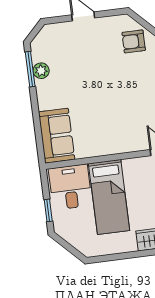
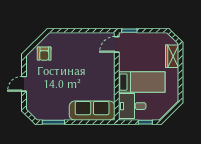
plant: (41, 71) -> (55, 115), removed
sofa: (57, 136) -> (92, 111), width x1.36

